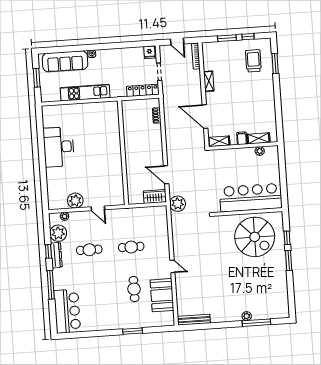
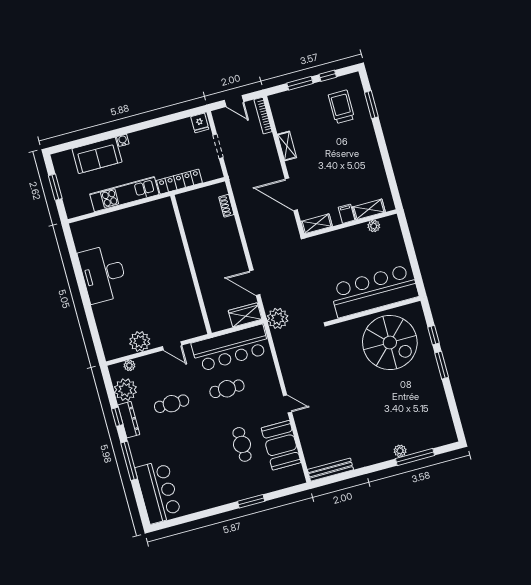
sofa: (65, 61) -> (97, 155), width x0.73
locker: (143, 90) -> (179, 182), moved
bar counter: (140, 218) -> (231, 348), added

